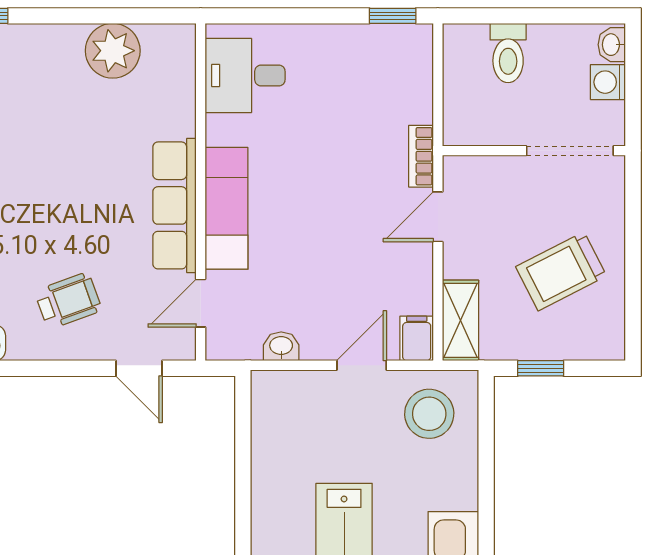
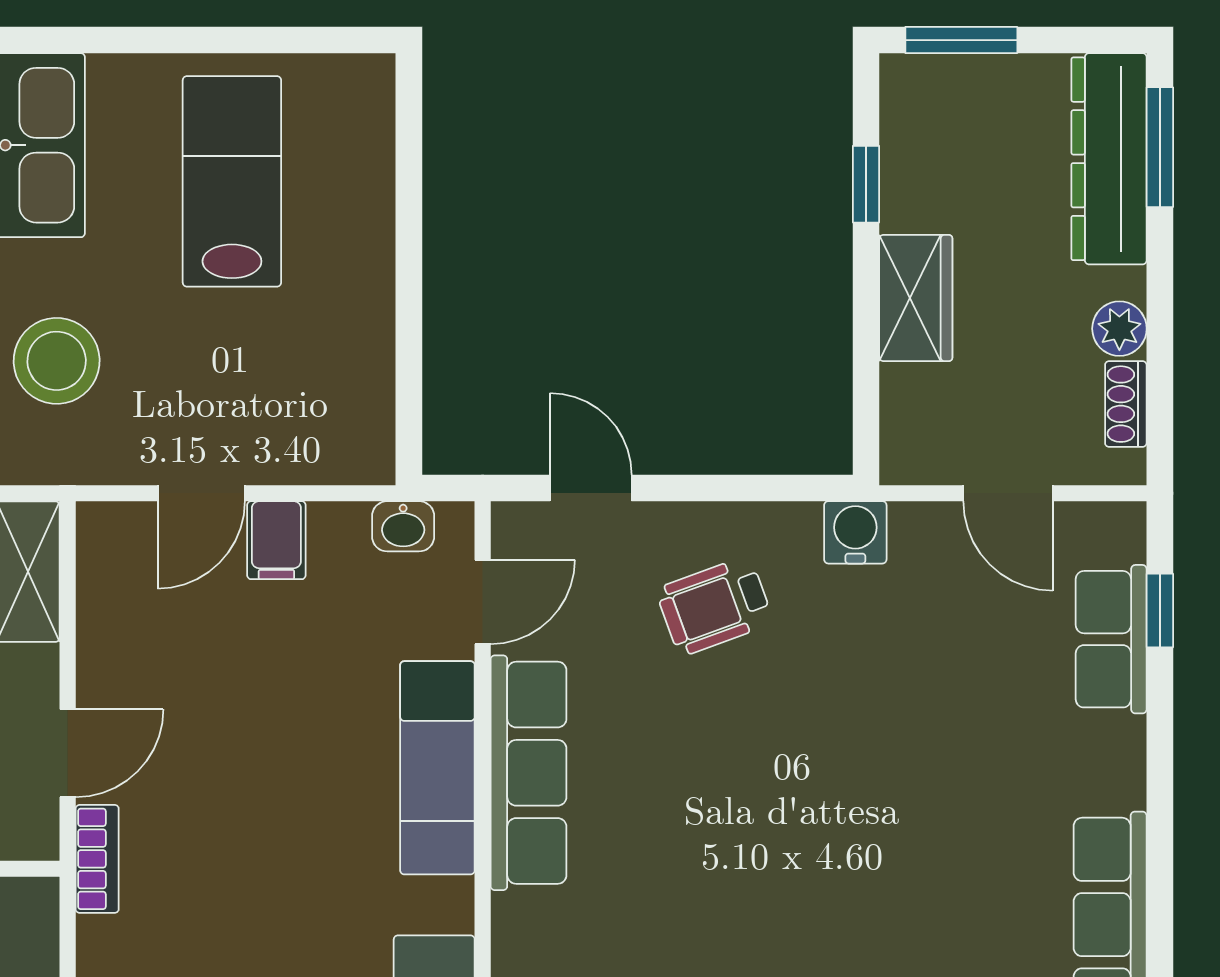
filing cabinet: (417, 338) -> (276, 540), moved
washbasin: (281, 346) -> (403, 526), moved
stool: (429, 414) -> (57, 361), moved

